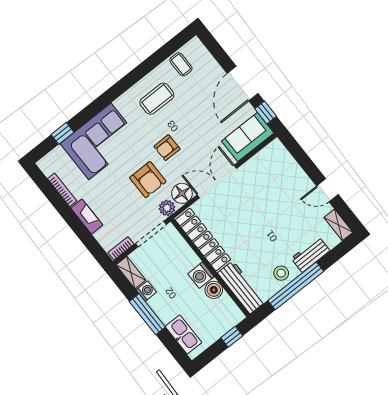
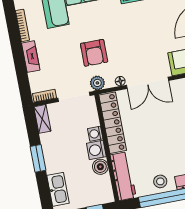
armchair: (167, 148) -> (122, 36), removed
double door: (217, 182) -> (147, 83), swing flipped
floor lamp: (182, 193) -> (120, 81), width x0.53, depth x0.53
washing machine: (146, 291) -> (95, 134), moved, turned 180
window: (147, 314) -> (38, 158), width x0.69

